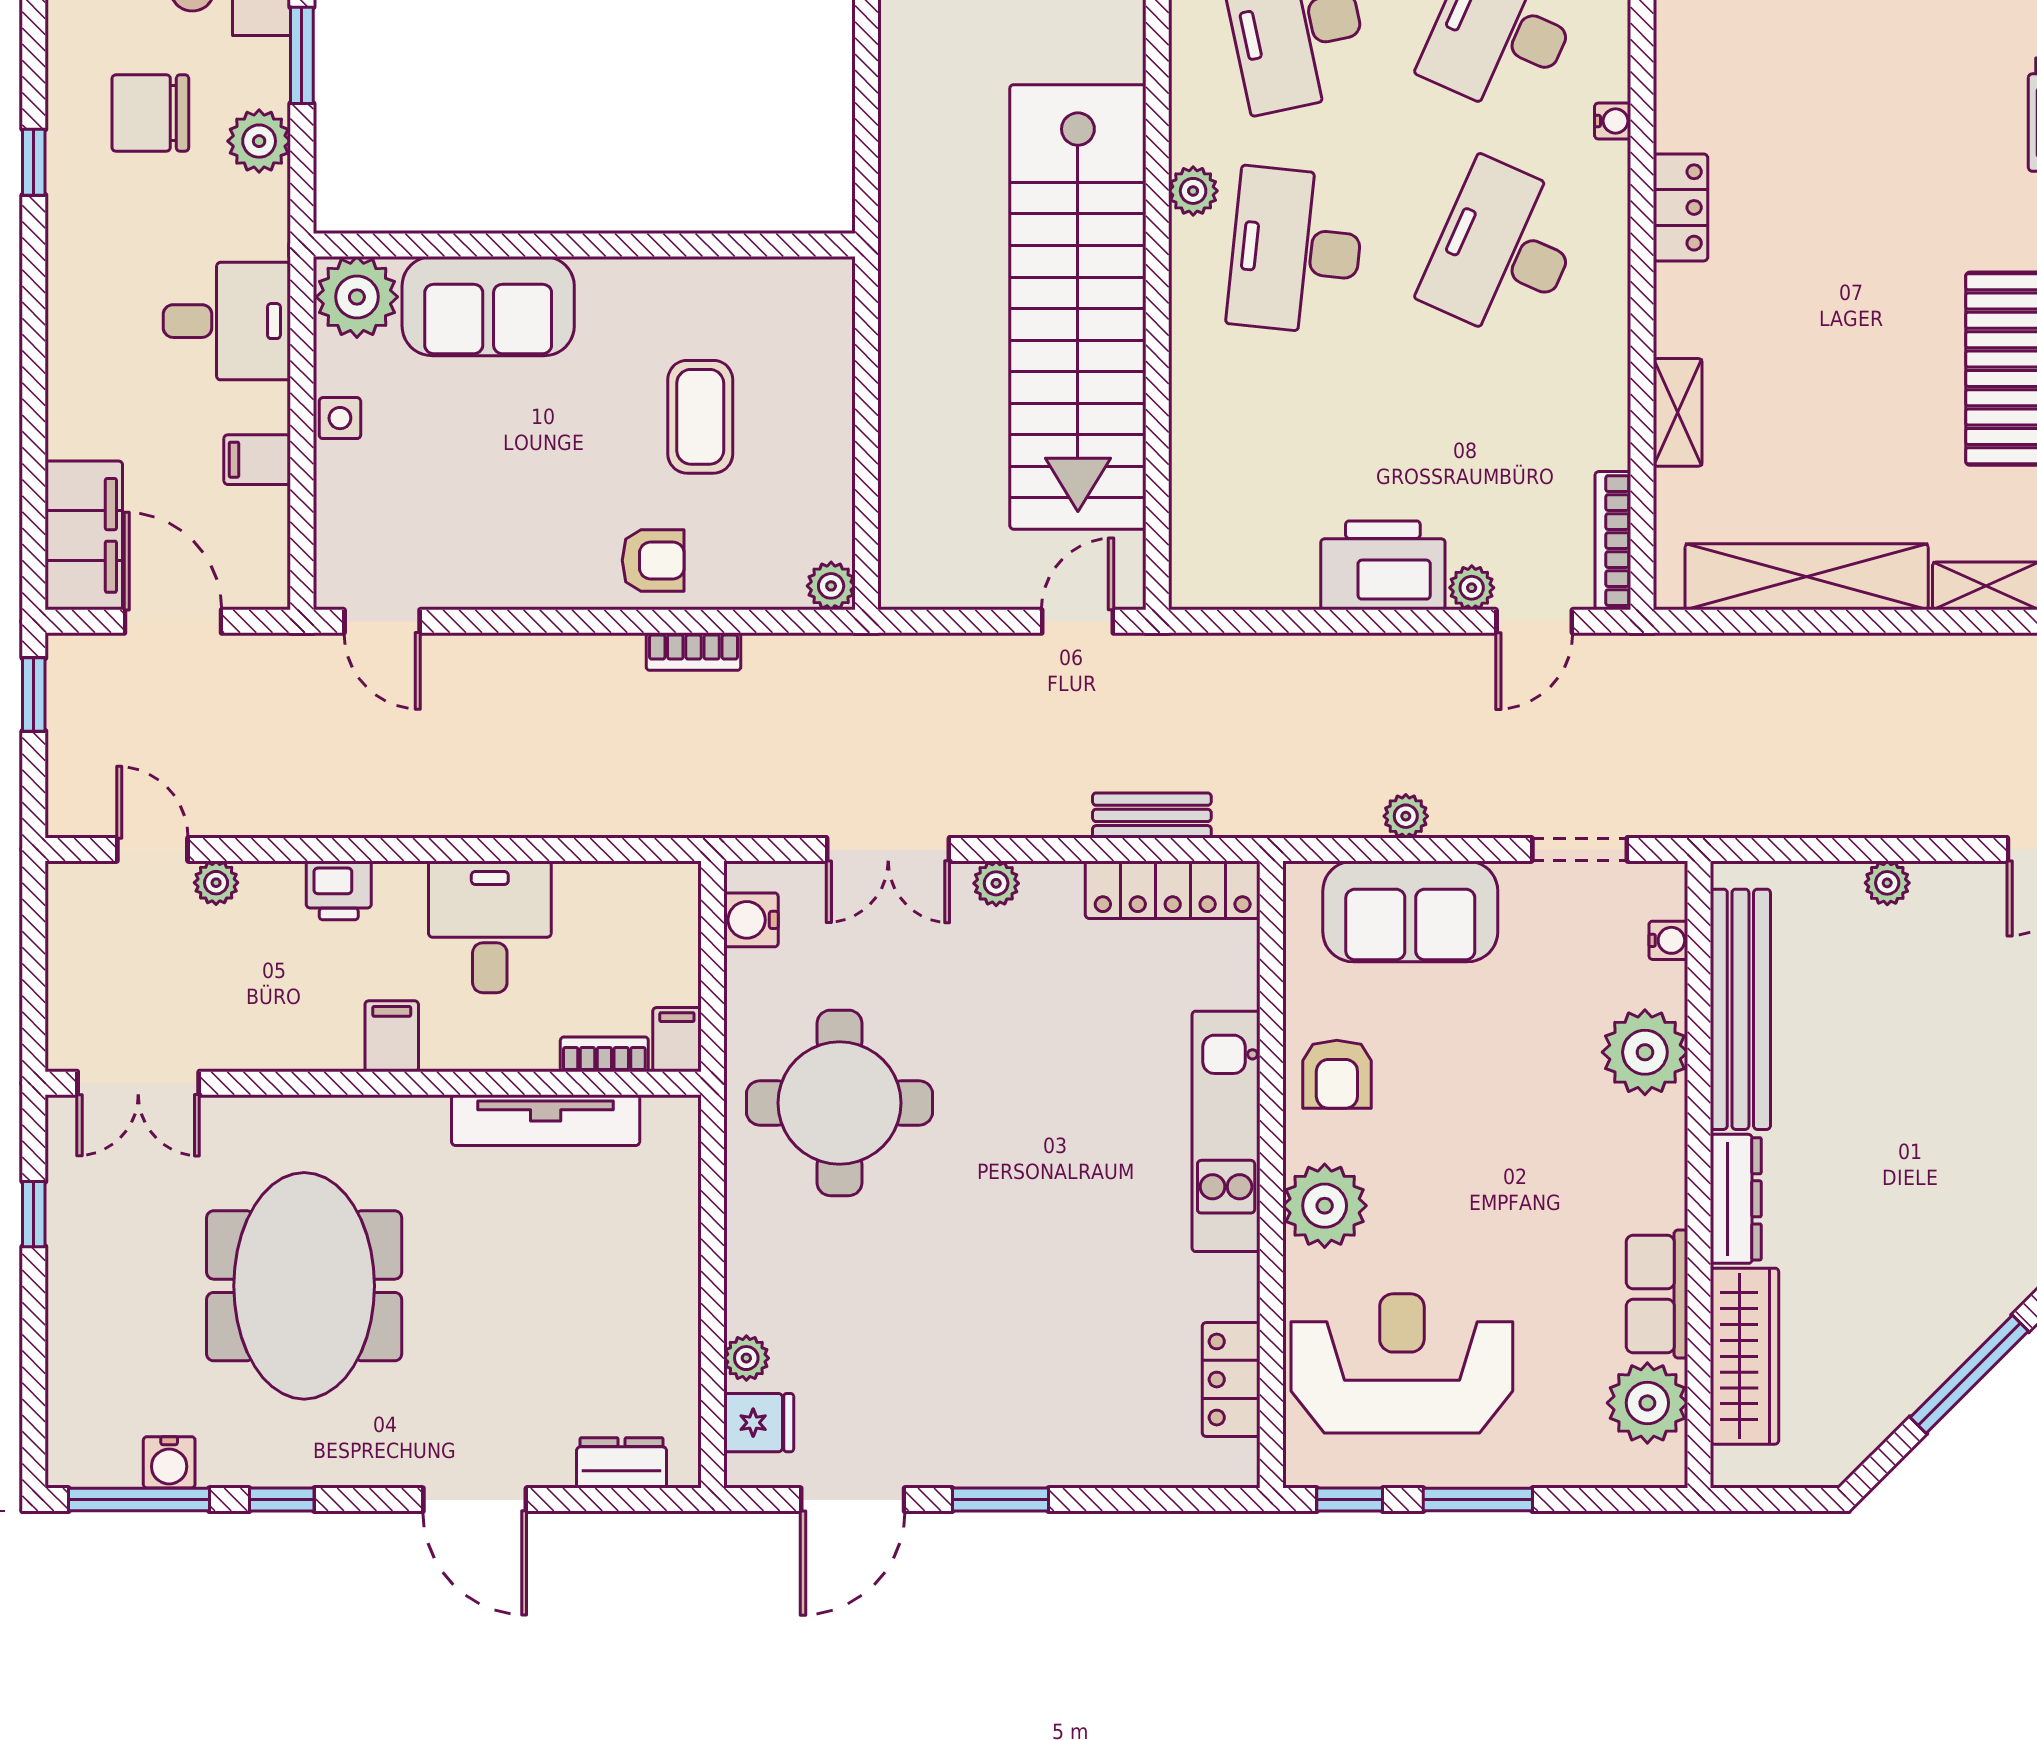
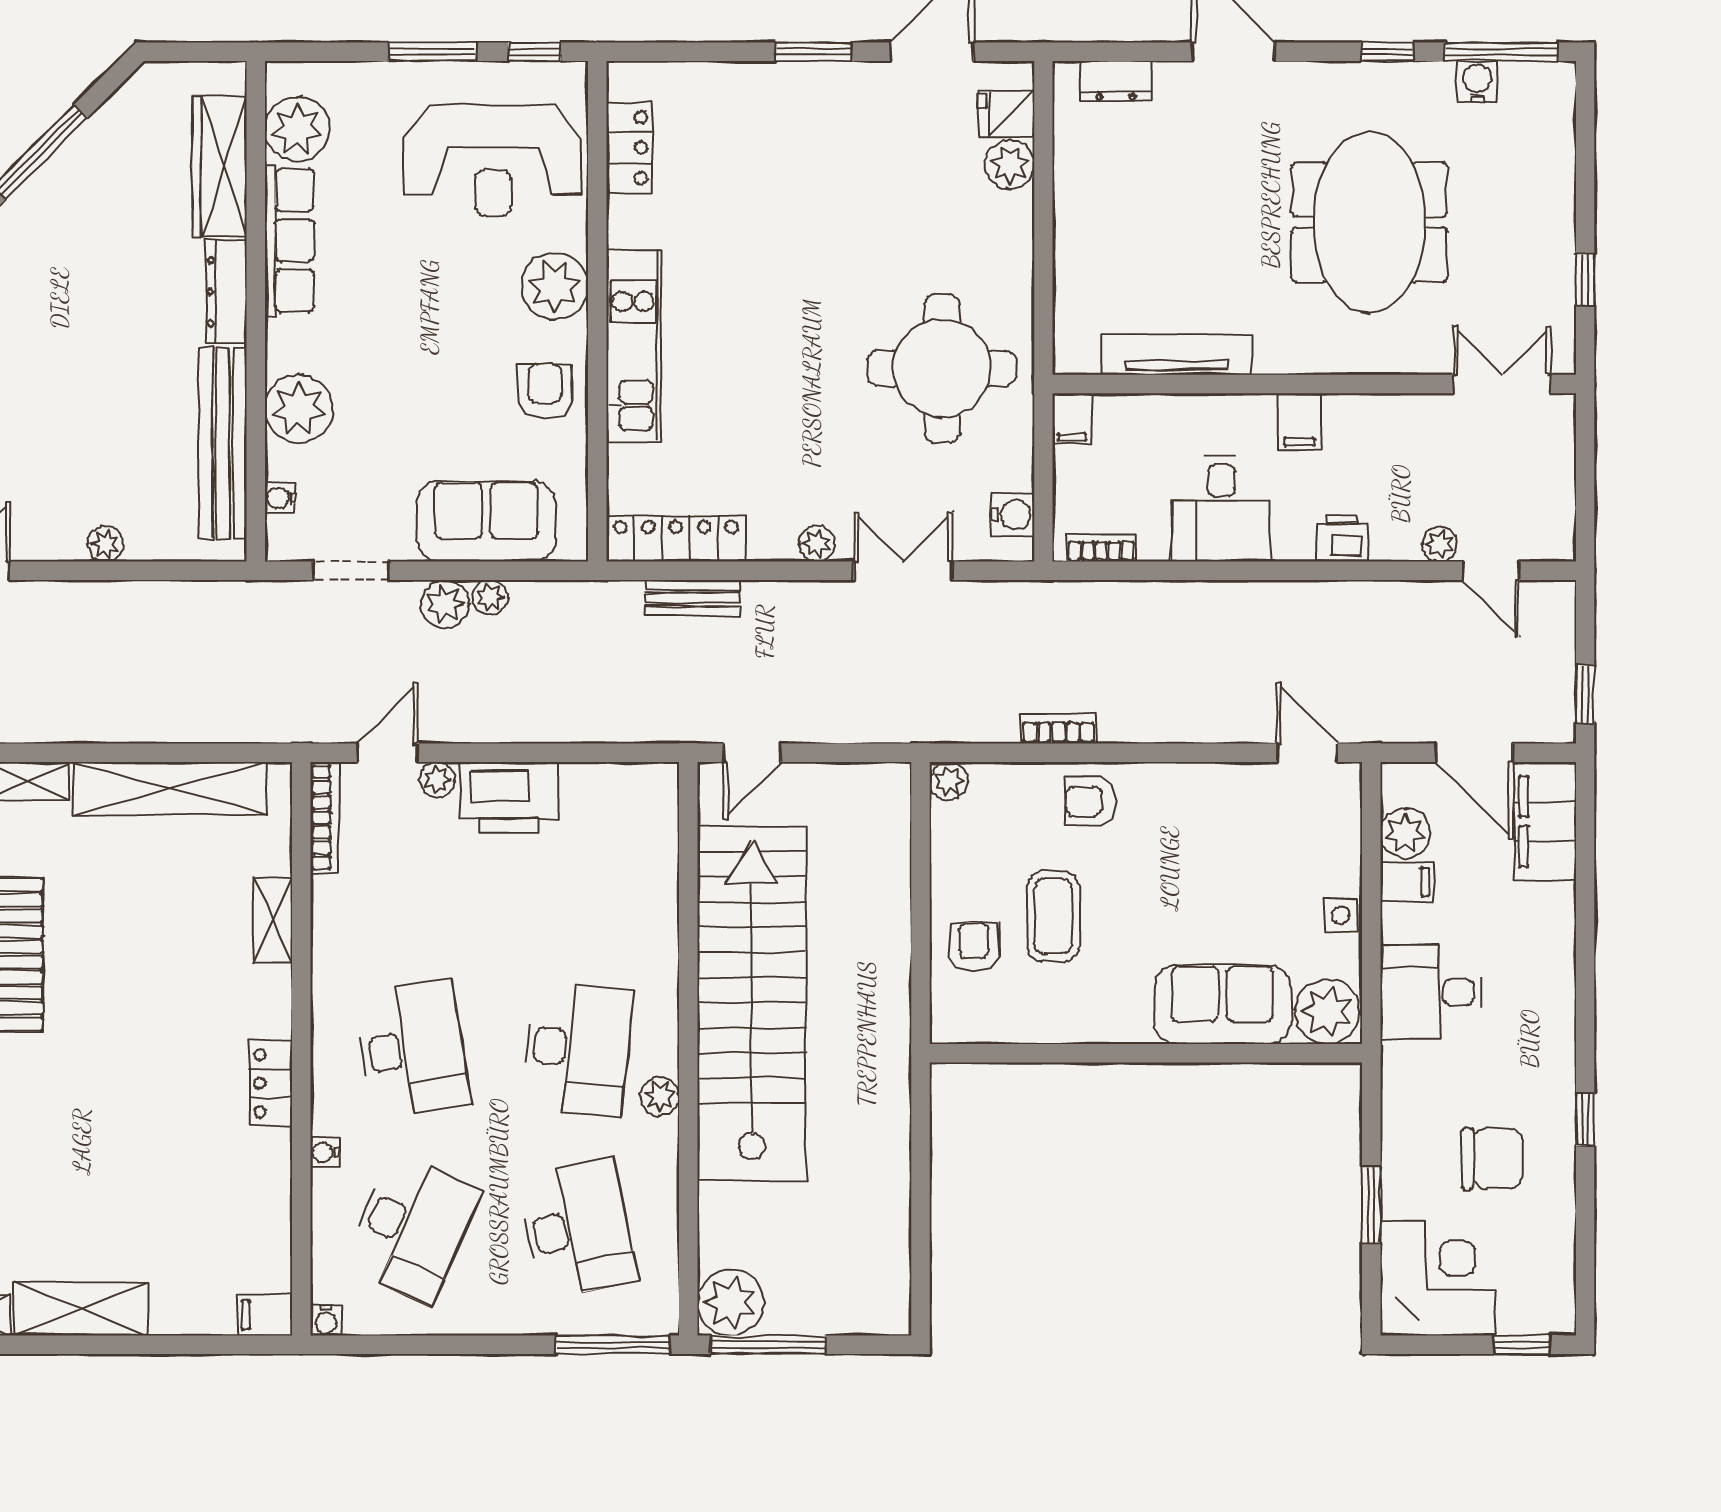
plant: (259, 141) -> (1405, 833), moved
desk: (1503, 251) -> (412, 1049), turned -33
armchair: (800, 378) -> (974, 947), added
plant: (1462, 808) -> (445, 604), added
bookcase: (604, 1054) -> (1101, 548), moved, turned 180
row of seats: (1657, 1294) -> (289, 240), width x1.48
plant: (746, 1358) -> (1010, 165), width x1.38, depth x1.38

